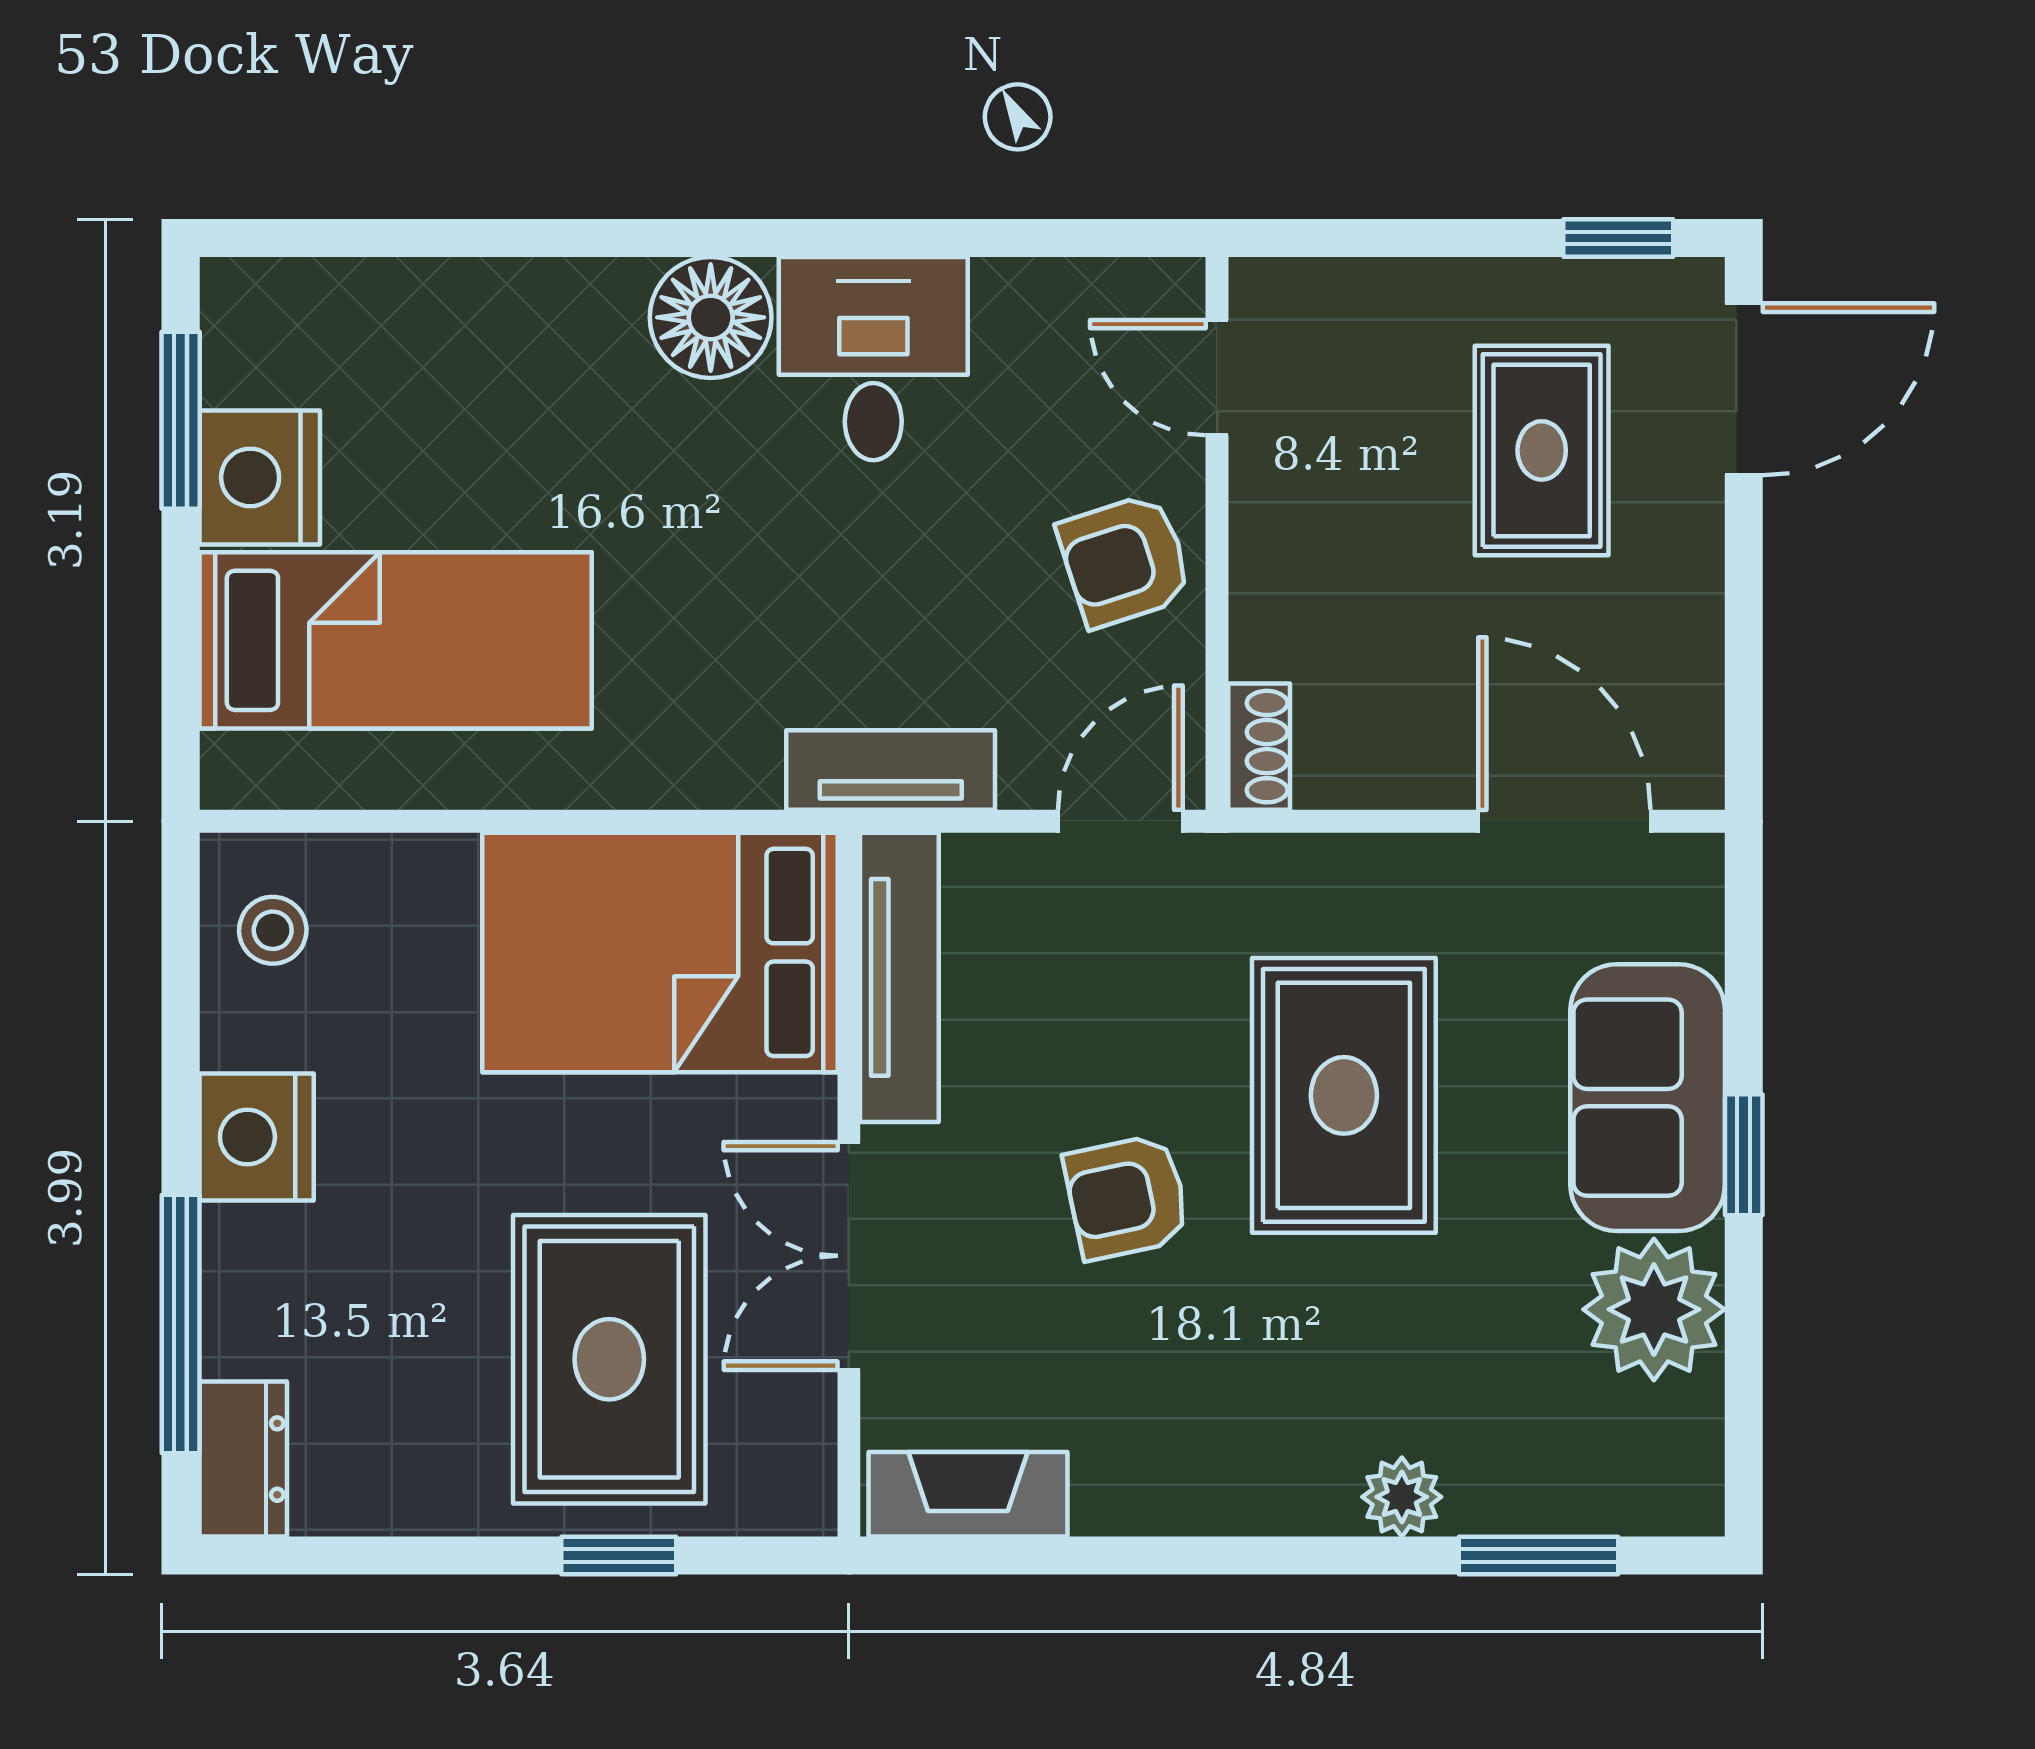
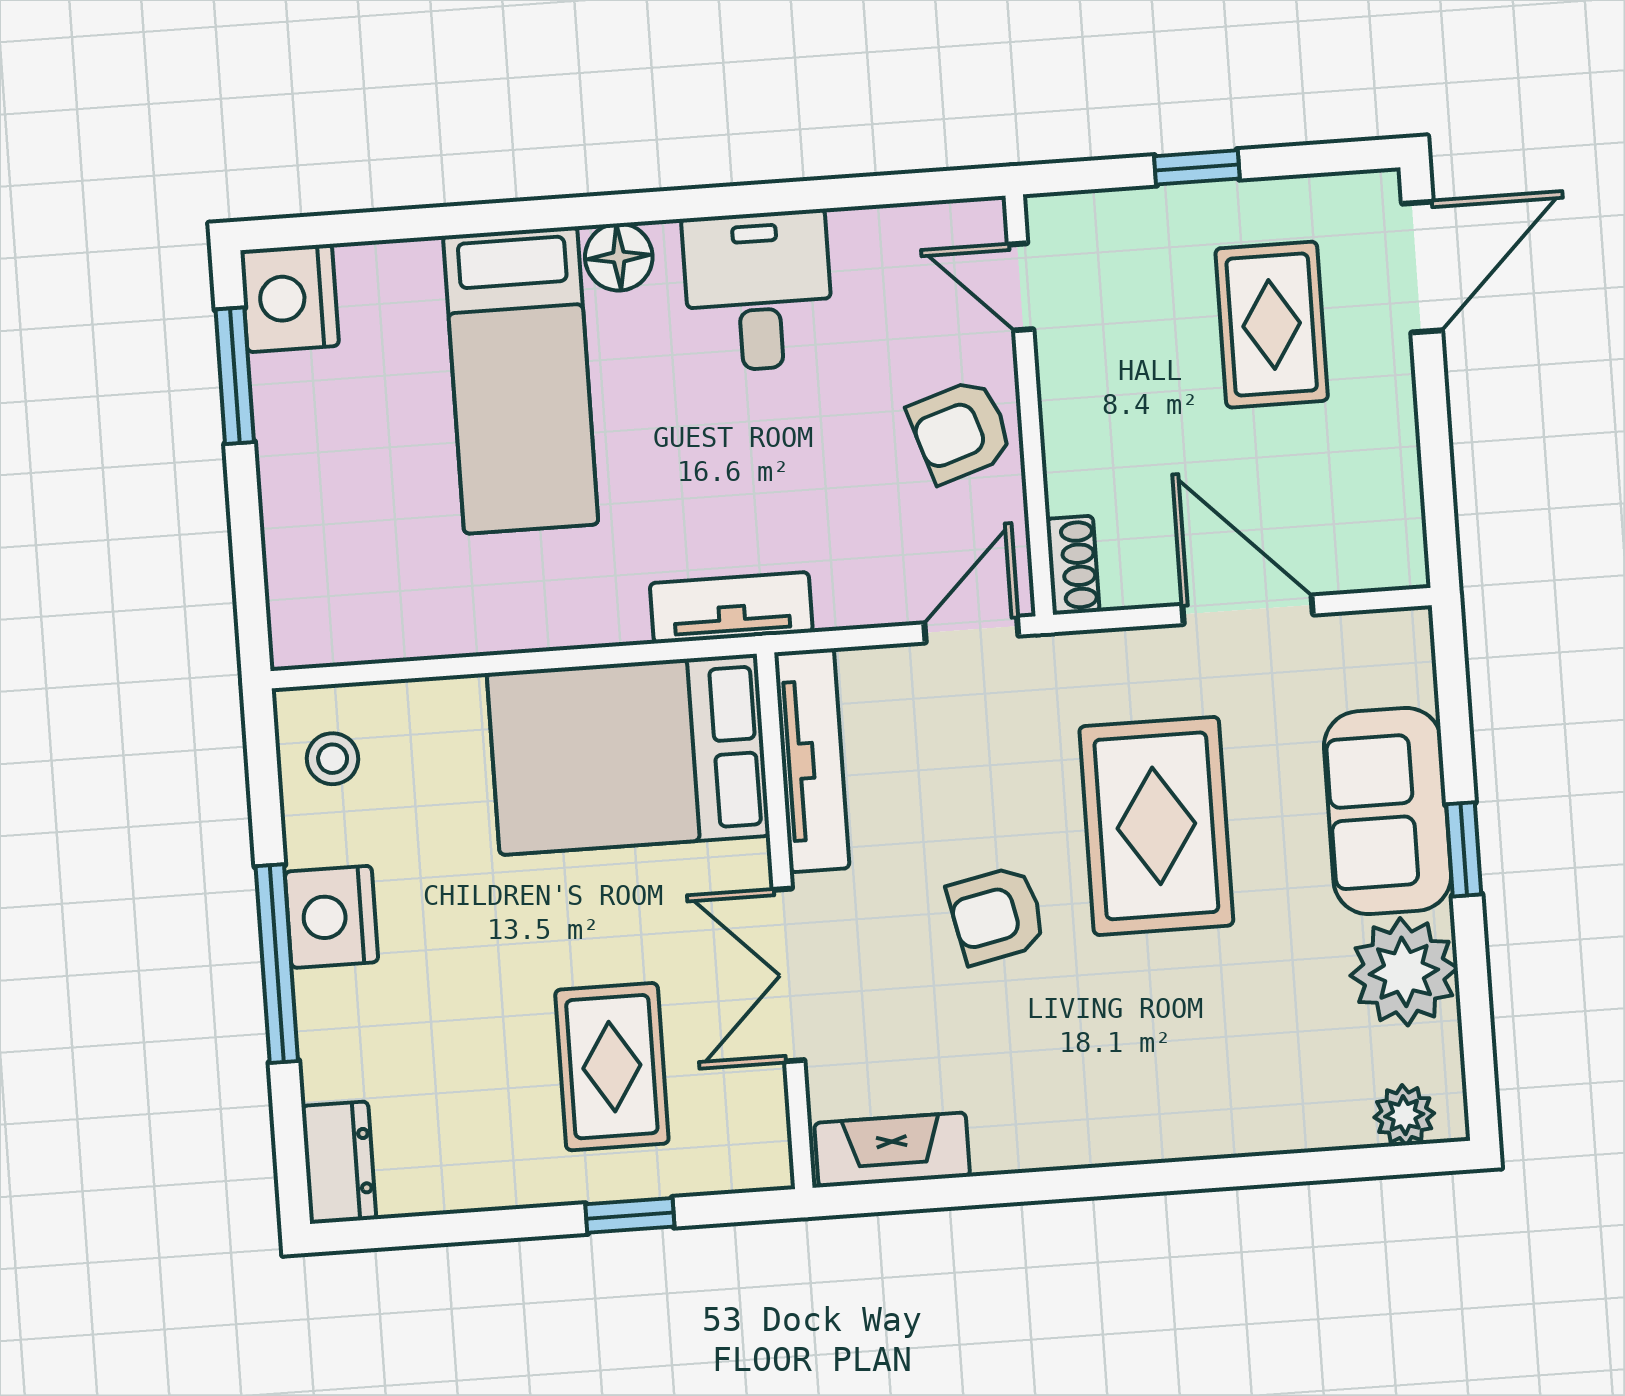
window: (1618, 238) -> (1197, 167), moved
floor lamp: (711, 317) -> (619, 257), width x0.73, depth x0.73
nightstand: (260, 477) -> (290, 298), moved
bed: (396, 640) -> (521, 380), moved, turned 90
tv unit: (891, 770) -> (731, 608), moved
door: (1564, 821) -> (1248, 610), moved
window: (181, 1324) -> (277, 964), moved
rug: (609, 1359) -> (612, 1067), width x0.73, depth x0.70
plant: (1402, 1497) -> (1404, 1115), moved
window: (1538, 1556) -> (1329, 1165), removed

